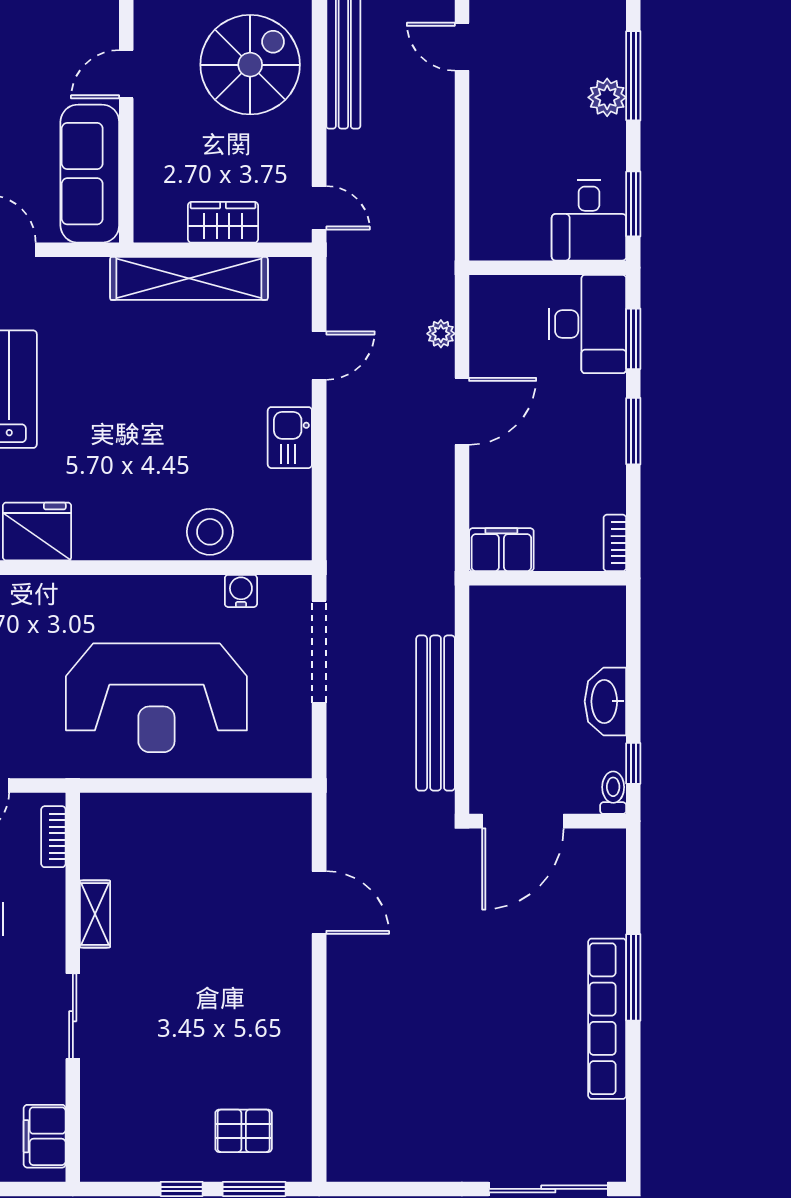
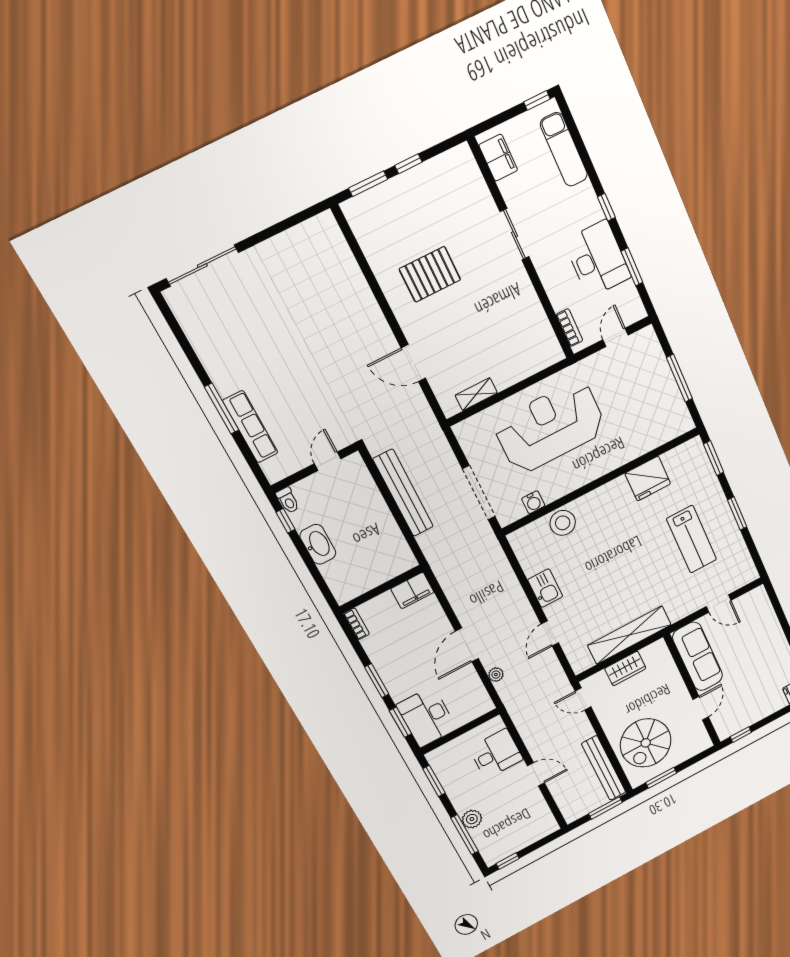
door: (462, 47) -> (536, 774), moved
desk: (589, 220) -> (496, 754), moved, turned 90
door: (523, 821) -> (328, 461), width x0.53
shelving: (95, 914) -> (476, 394), moved, turned 90
row of seats: (607, 1019) -> (250, 427), moved, width x0.73
pallet: (244, 1131) -> (430, 274), moved, width x1.50, depth x1.42

